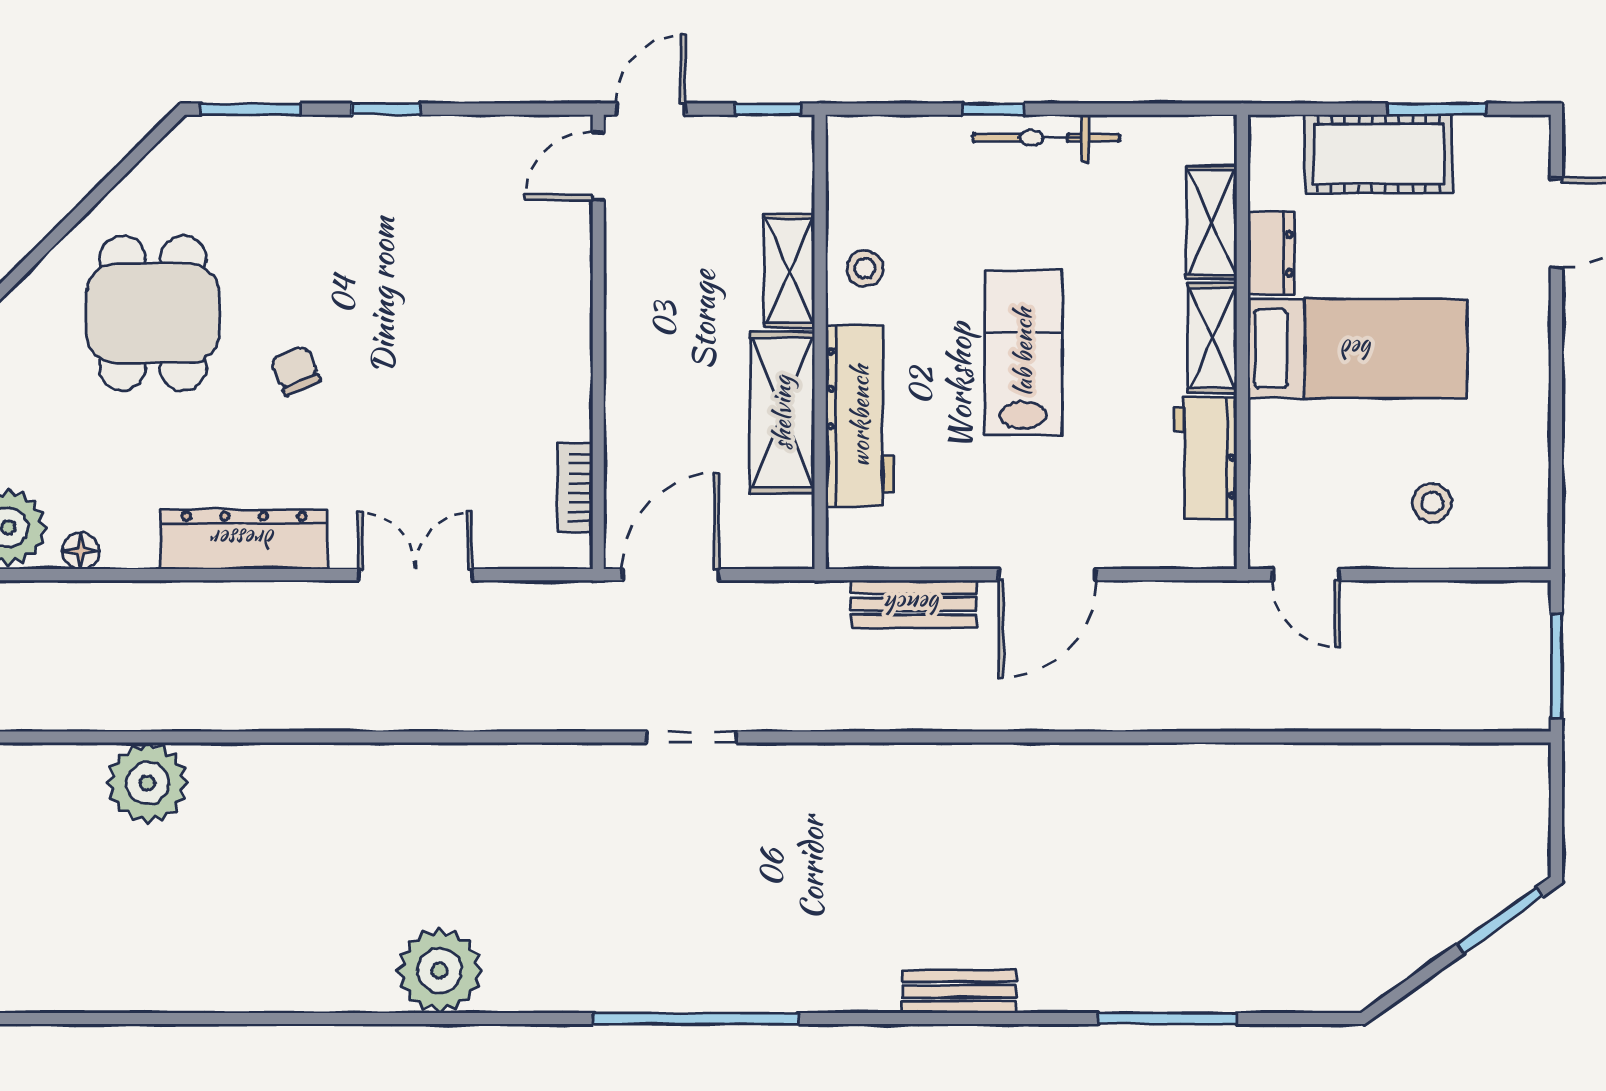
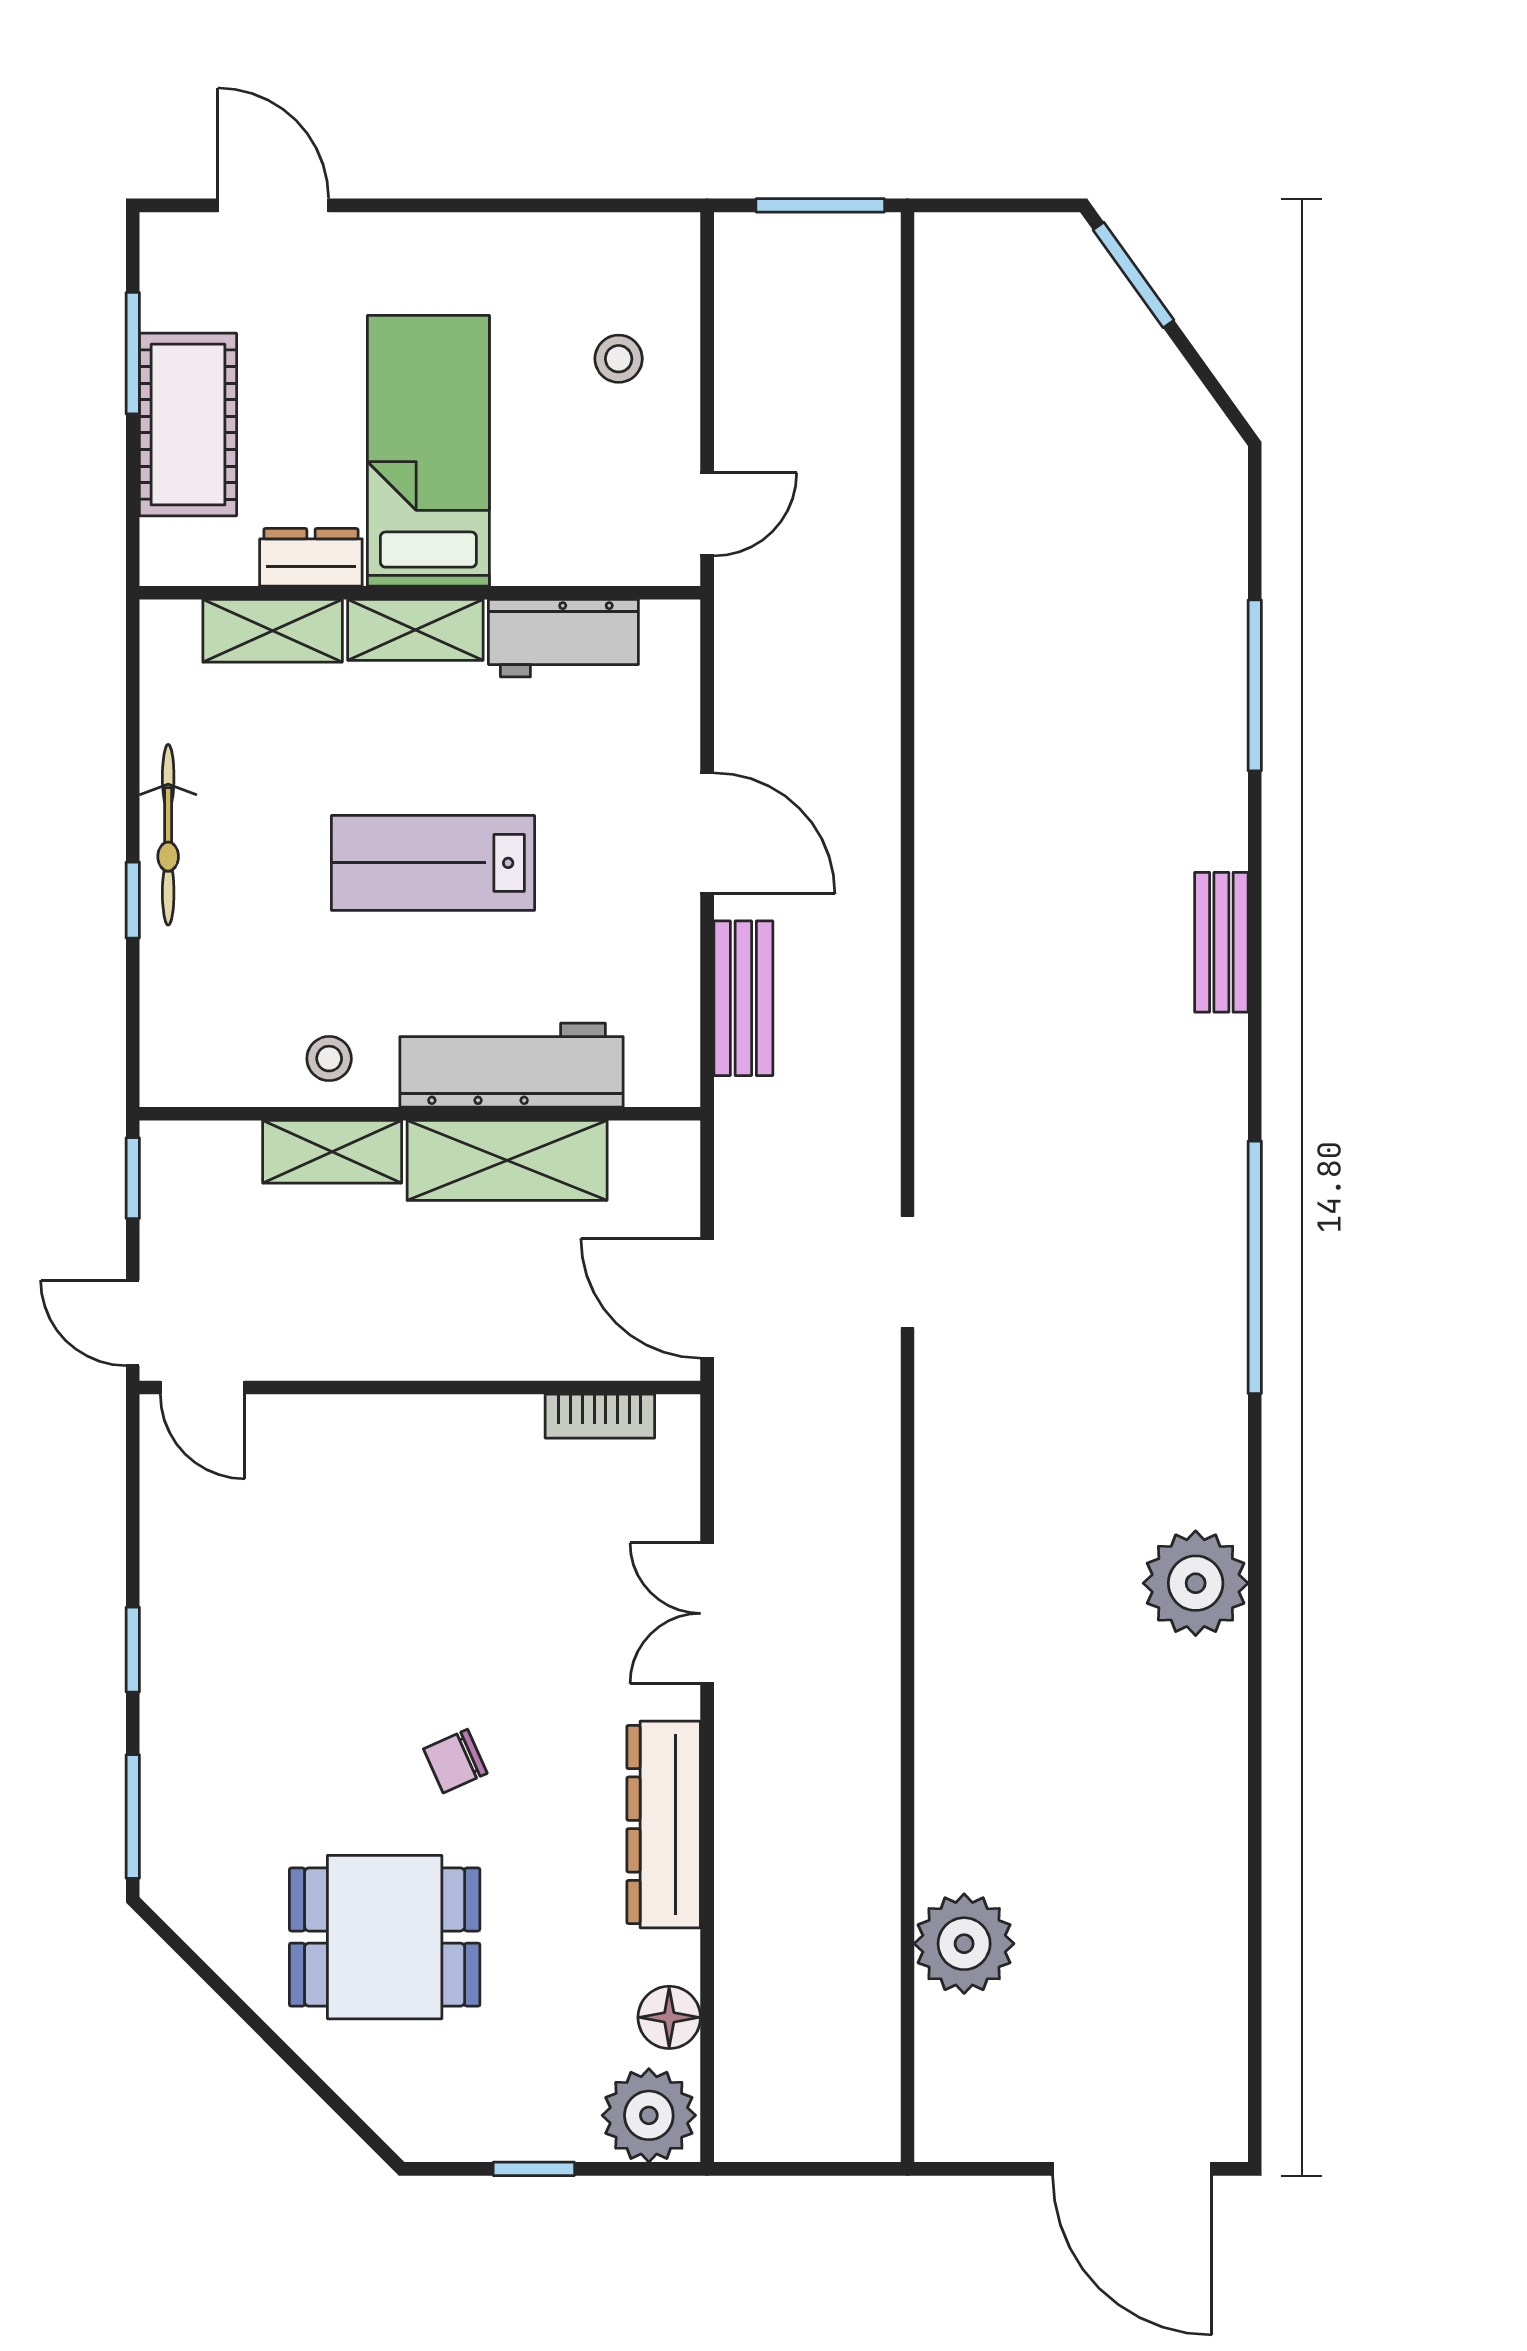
floor lamp: (81, 551) -> (669, 2017), width x1.37, depth x1.37

